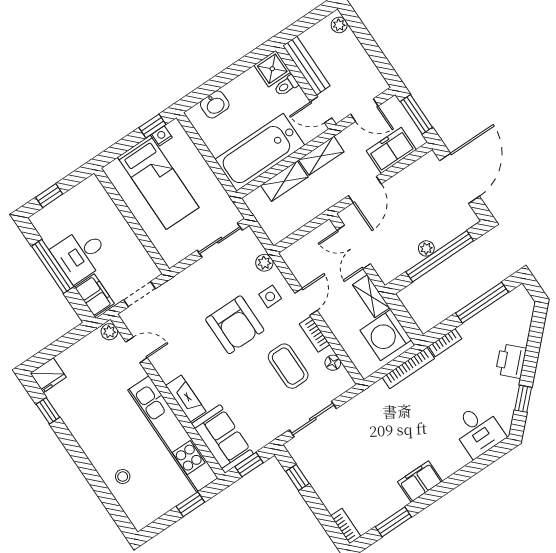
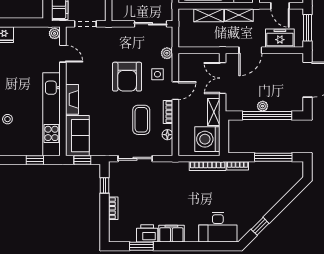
printer: (511, 361) -> (147, 233), moved, turned 45
desk: (478, 431) -> (218, 227), width x1.37
bookcase: (346, 526) -> (113, 208), moved

